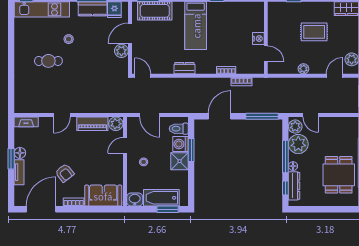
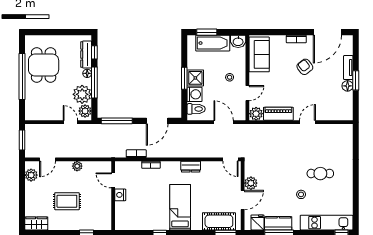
fireplace: (26, 122) -> (342, 115), removed
window: (191, 150) -> (184, 78), moved
sofa: (103, 196) -> (259, 54), moved, turned -90

